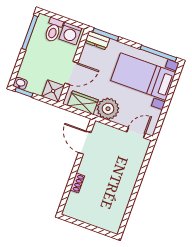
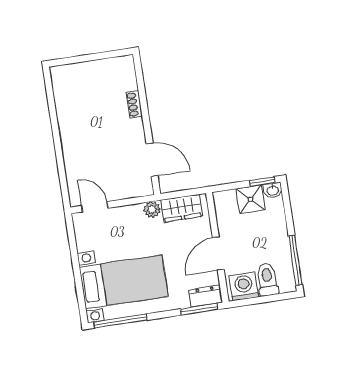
door: (71, 73) -> (218, 254), moved
shower: (53, 91) -> (250, 199), moved
plant: (108, 109) -> (152, 210), width x0.53, depth x0.53
door: (136, 133) -> (95, 207), swing flipped

